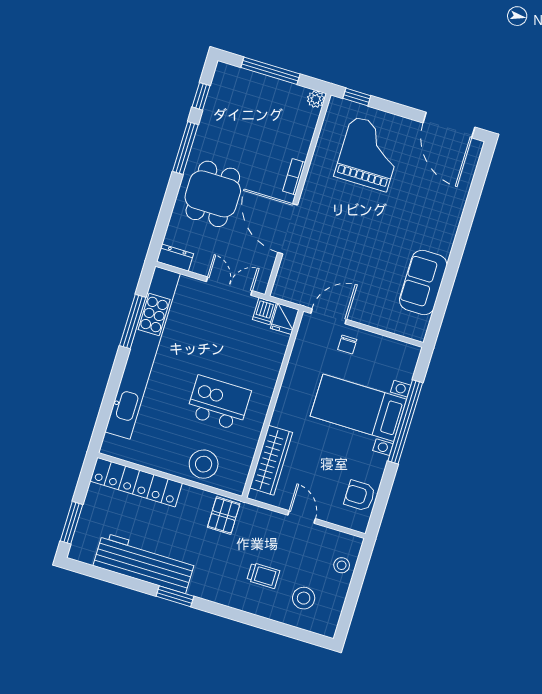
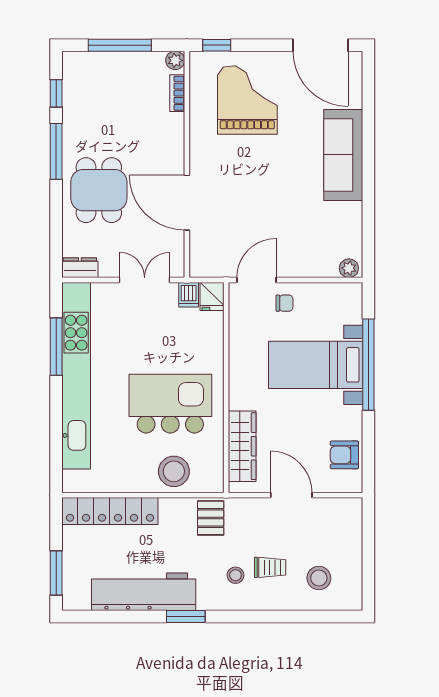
bookcase: (294, 177) -> (177, 93), moved
sofa: (423, 282) -> (343, 155), moved, width x1.36
plant: (414, 331) -> (349, 268), added
chair: (347, 344) -> (284, 303), turned -90
kitchen island: (219, 403) -> (170, 404), width x1.37, depth x1.28
door: (302, 517) -> (291, 495), width x1.38
stool: (342, 565) -> (236, 575), moved

